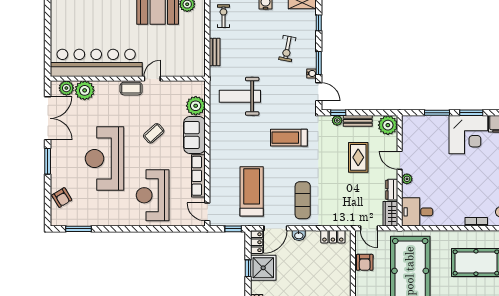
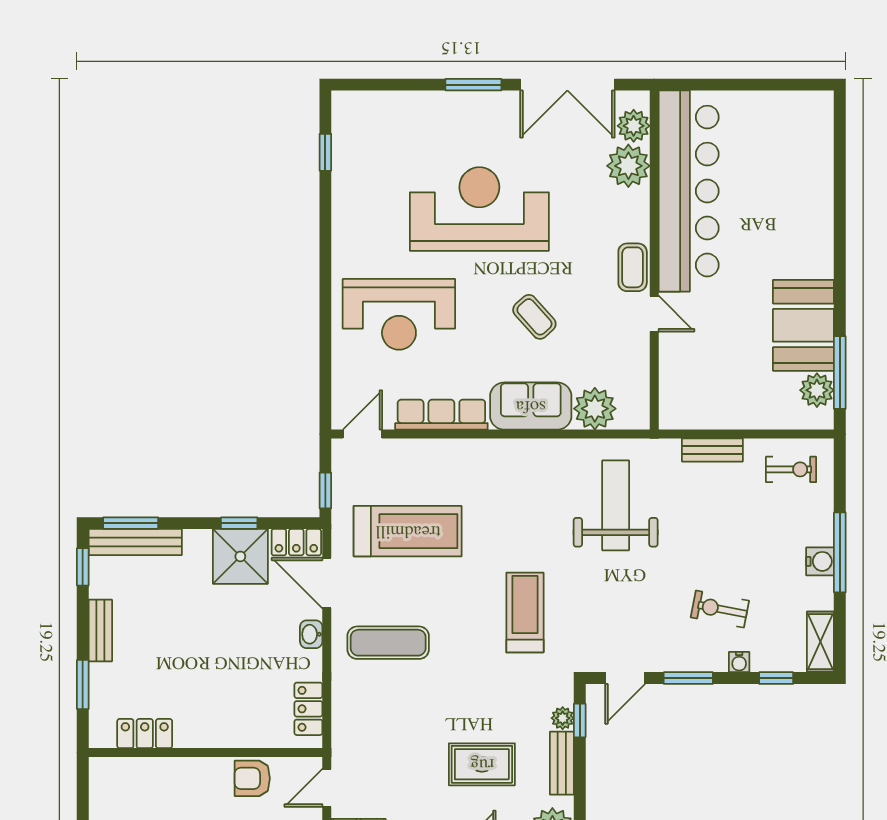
water cooler: (311, 73) -> (739, 662), moved
reception desk: (153, 195) -> (399, 314), turned 180
armchair: (62, 198) -> (394, 116), removed
window: (78, 229) -> (325, 152), width x0.67

